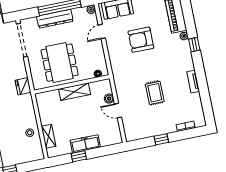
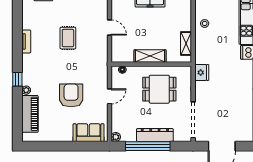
door: (102, 32) -> (109, 96), moved
armchair: (141, 40) -> (71, 95), turned -90
dining table: (60, 63) -> (159, 89), width x0.73
boiler: (109, 99) -> (116, 42), removed
shelving: (49, 136) -> (186, 44), moved

